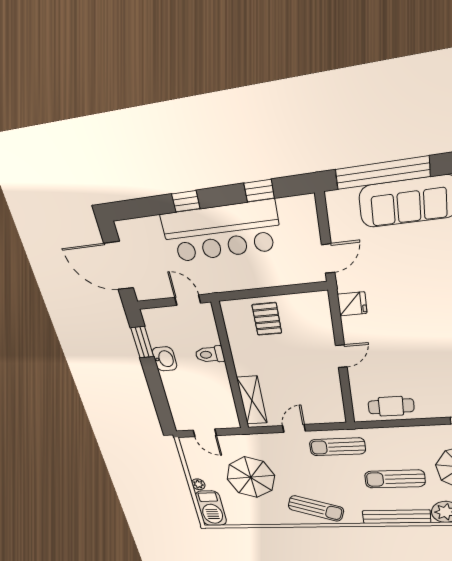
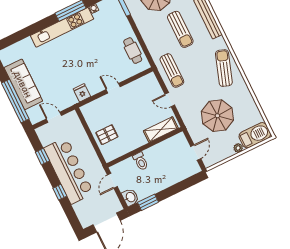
door: (328, 259) -> (54, 117), moved
washbasin: (165, 359) -> (130, 197), moved, turned 90

